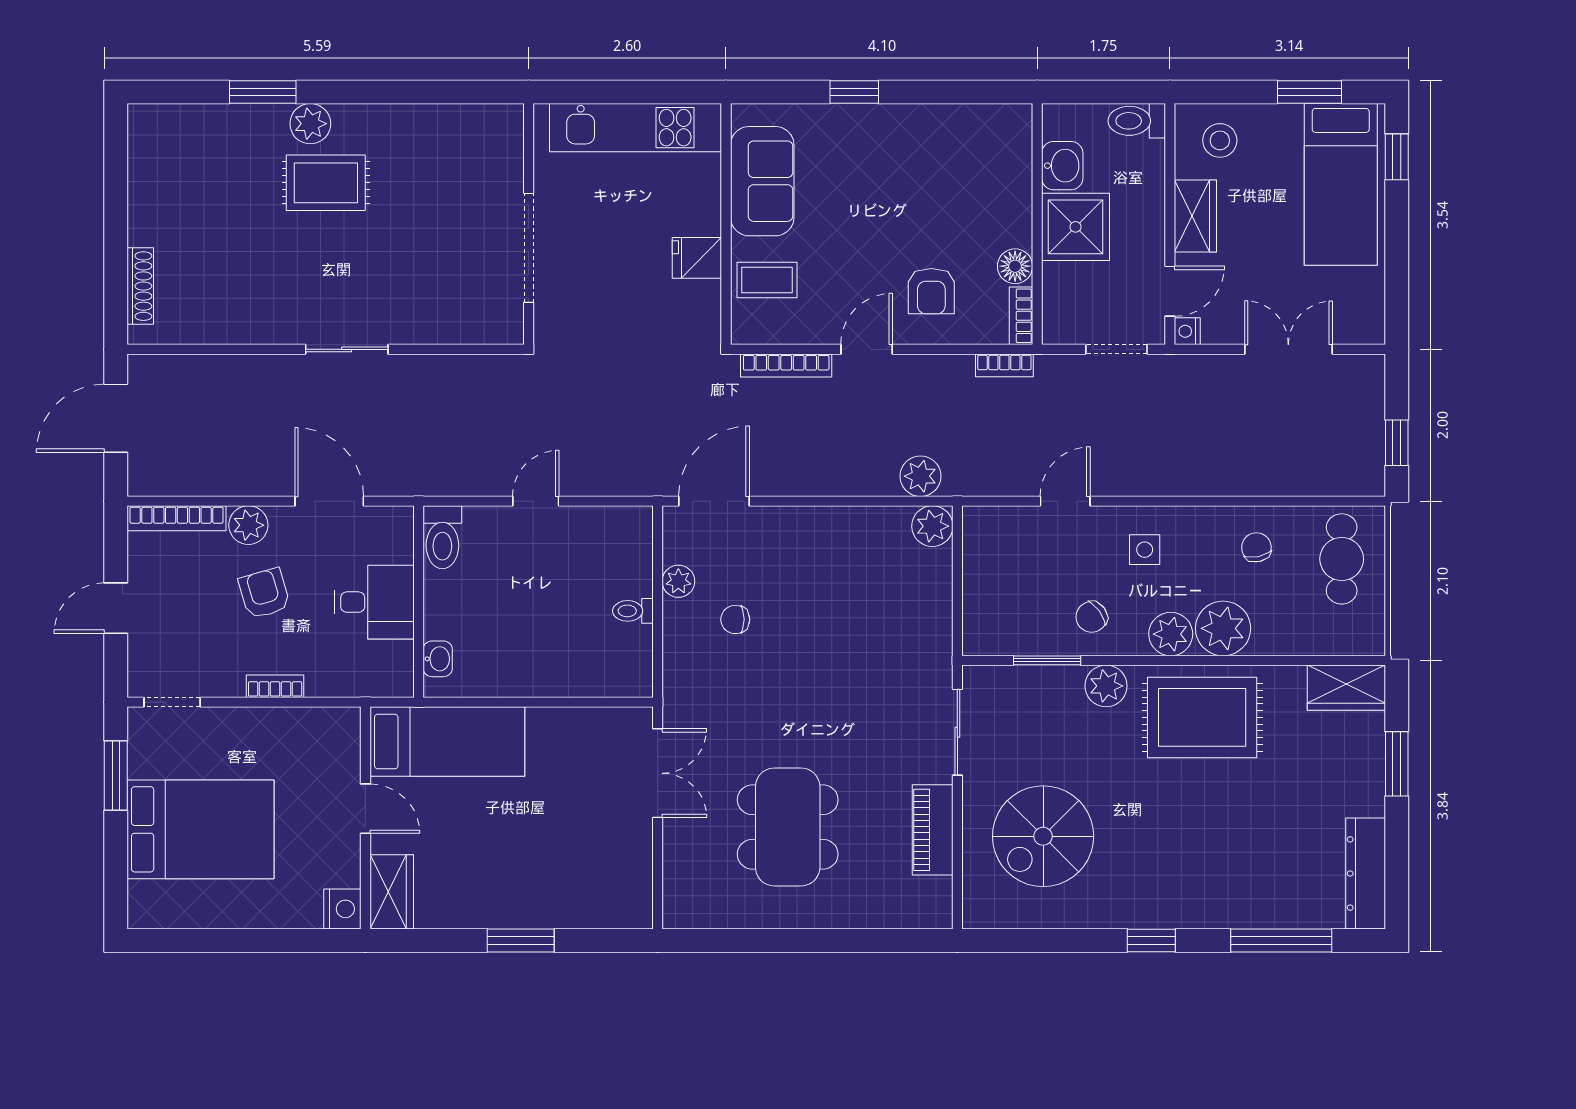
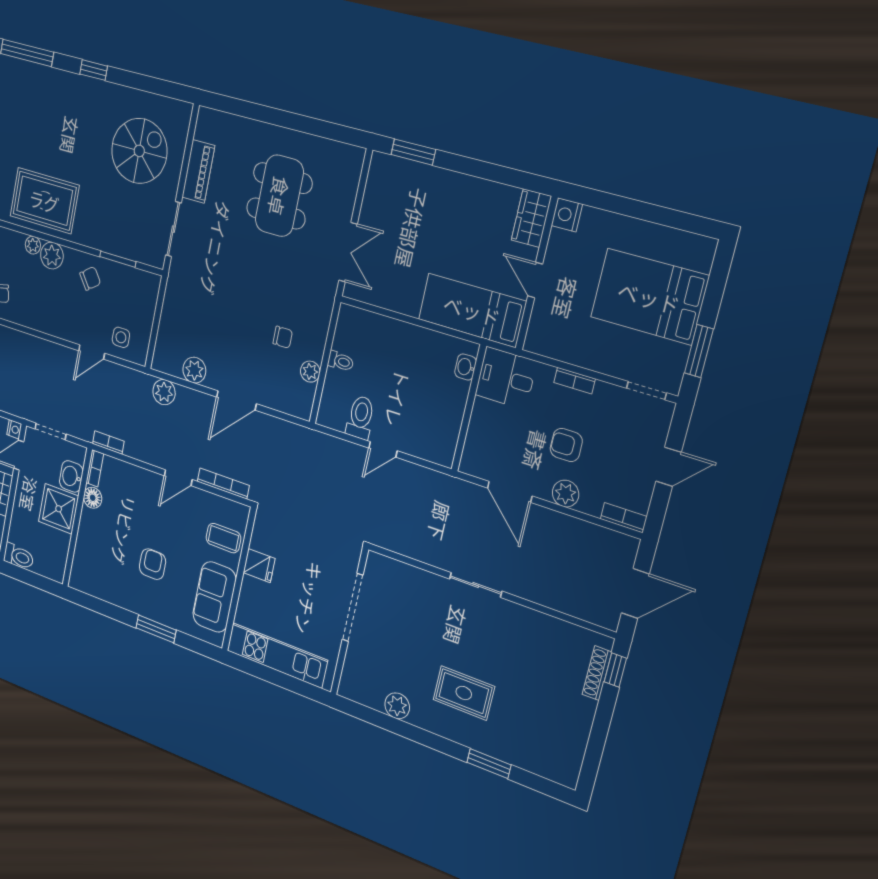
window: (854, 92) -> (156, 629), width x1.50
plant: (310, 124) -> (397, 706), moved
washbasin: (1062, 166) -> (71, 476), moved
armchair: (931, 291) -> (153, 564), moved
window: (116, 300) -> (615, 670), added
door: (714, 501) -> (236, 400), moved
bookcase: (177, 518) -> (624, 518), width x0.64
plant: (932, 526) -> (194, 370), moved
toilet: (442, 537) -> (360, 417), moved
side table: (1145, 550) -> (121, 337), moved
armchair: (264, 593) -> (566, 445), turned 106
desk: (374, 602) -> (506, 378), moved
plant: (1223, 628) -> (33, 245), width x0.53, depth x0.53
plant: (1106, 686) -> (90, 234), removed
double door: (658, 773) -> (348, 252), swing flipped
window: (521, 940) -> (413, 152), moved

